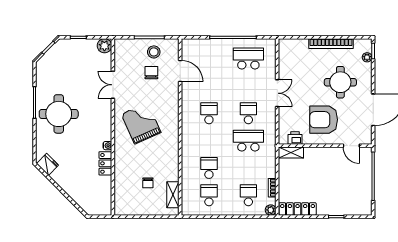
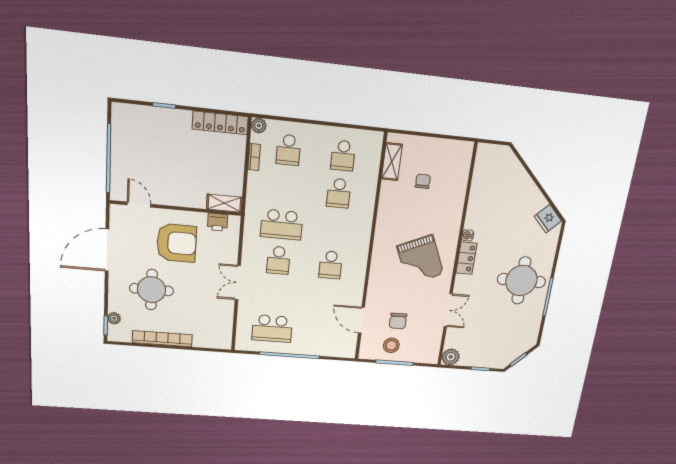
locker: (105, 163) -> (466, 258), moved

